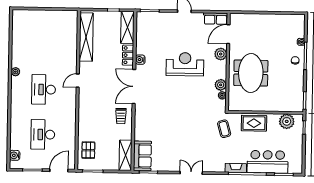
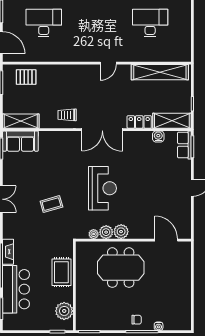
row of seats: (216, 19) -> (184, 145), moved
plant: (221, 54) -> (121, 232), moved
water cooler: (140, 60) -> (158, 136), moved
reception desk: (185, 64) -> (102, 188), moved
door: (78, 81) -> (108, 63), swing flipped
double door: (134, 87) -> (102, 130), swing flipped
desk: (44, 90) -> (150, 23), moved
coffee table: (224, 129) -> (51, 204), moved

